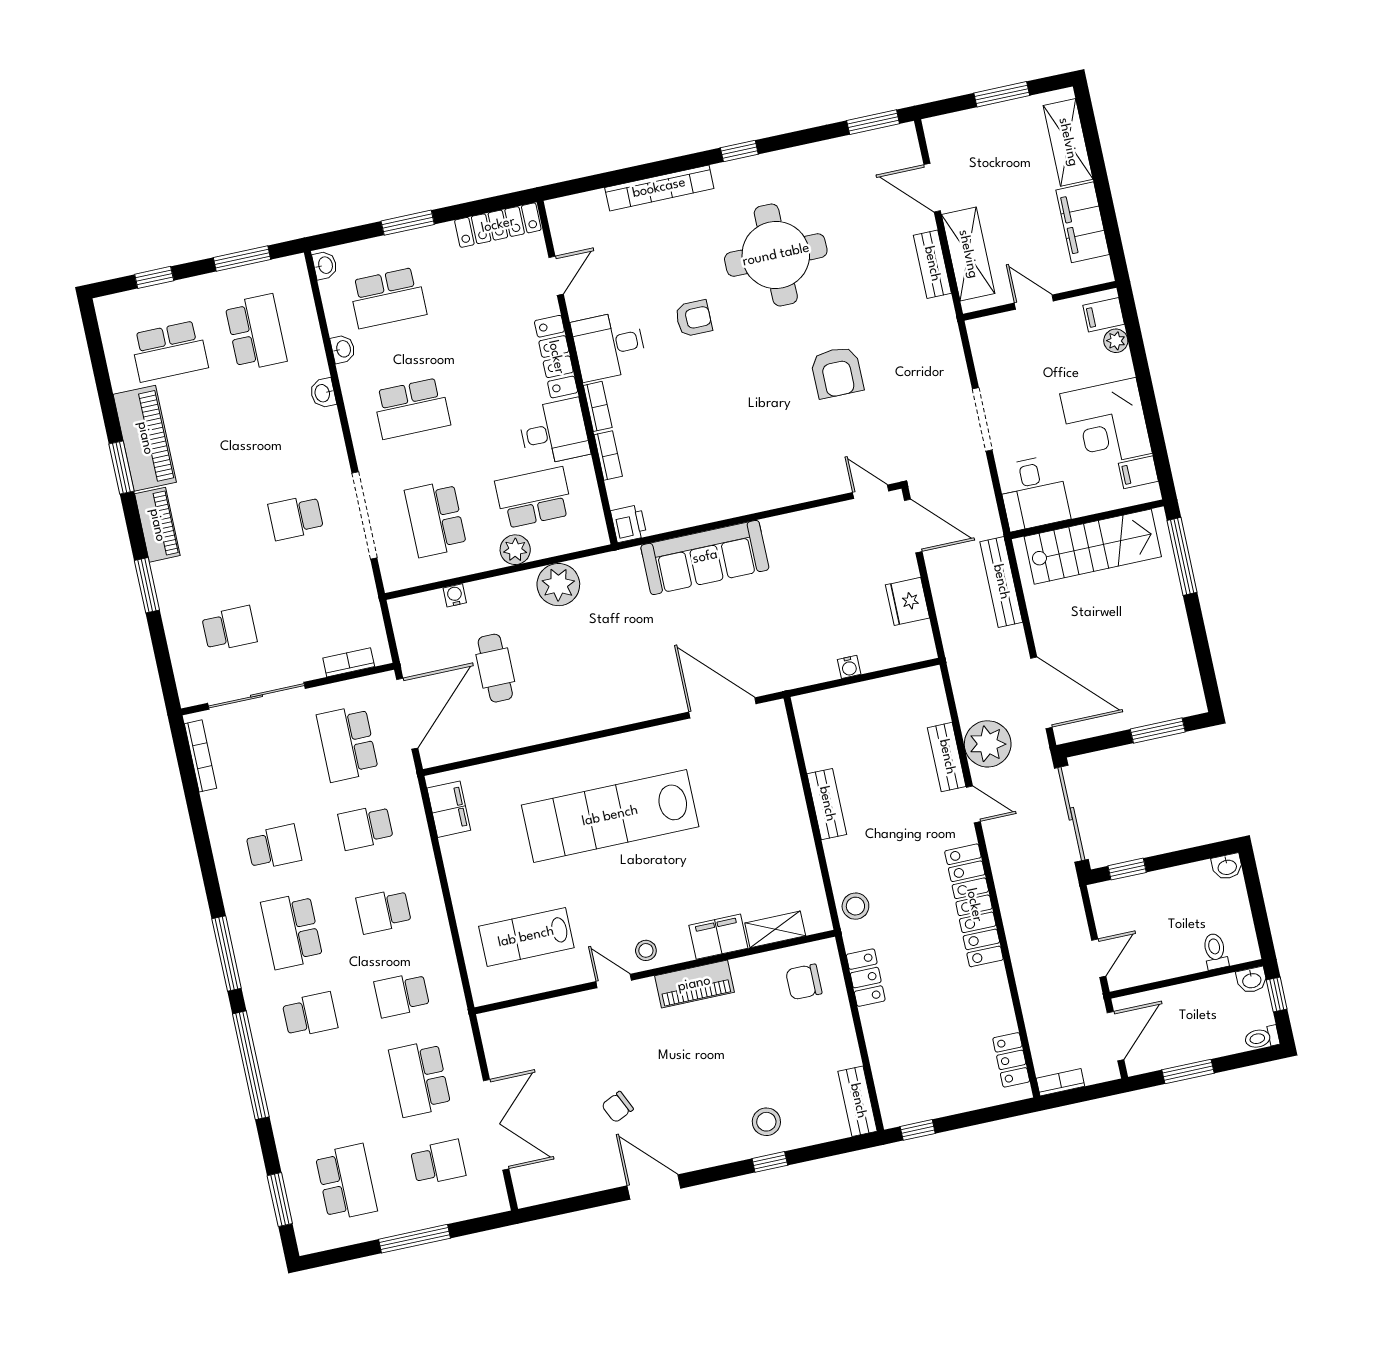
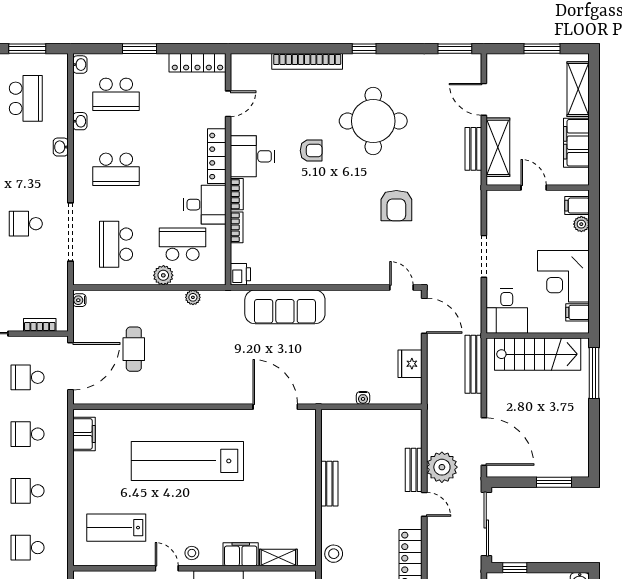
plant: (558, 585) -> (193, 297), width x0.53, depth x0.53
water cooler: (455, 595) -> (79, 300), moved, turned -90
school desk: (347, 744) -> (28, 377), width x0.54

